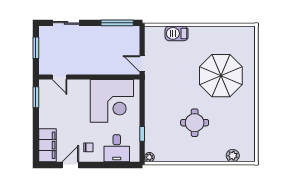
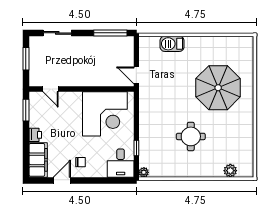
printer: (45, 121) -> (35, 135), added
desk: (117, 148) -> (121, 163), moved

